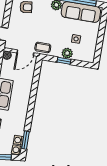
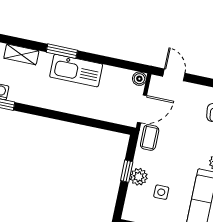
door: (25, 53) -> (142, 109), swing flipped

